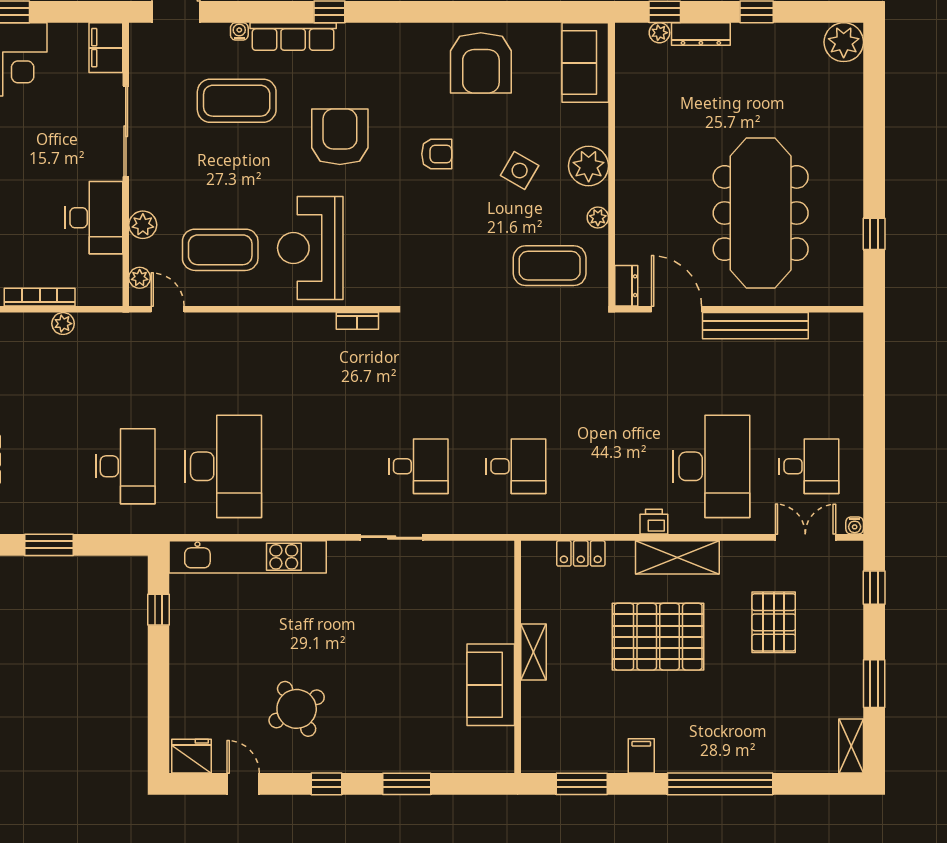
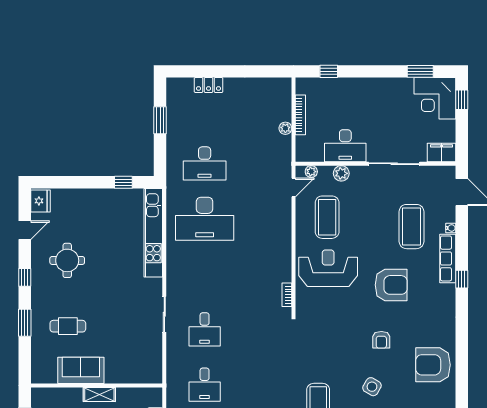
cafe table: (413, 708) -> (68, 326), added
round table: (297, 709) -> (67, 260), turned 30

